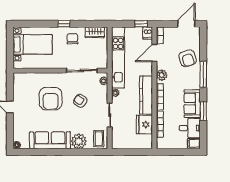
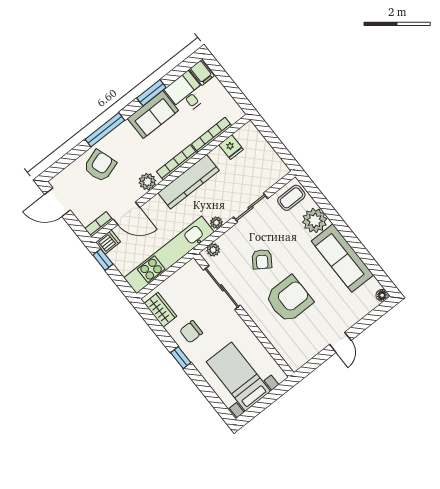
fridge: (144, 124) -> (231, 147), width x0.53, depth x0.75

